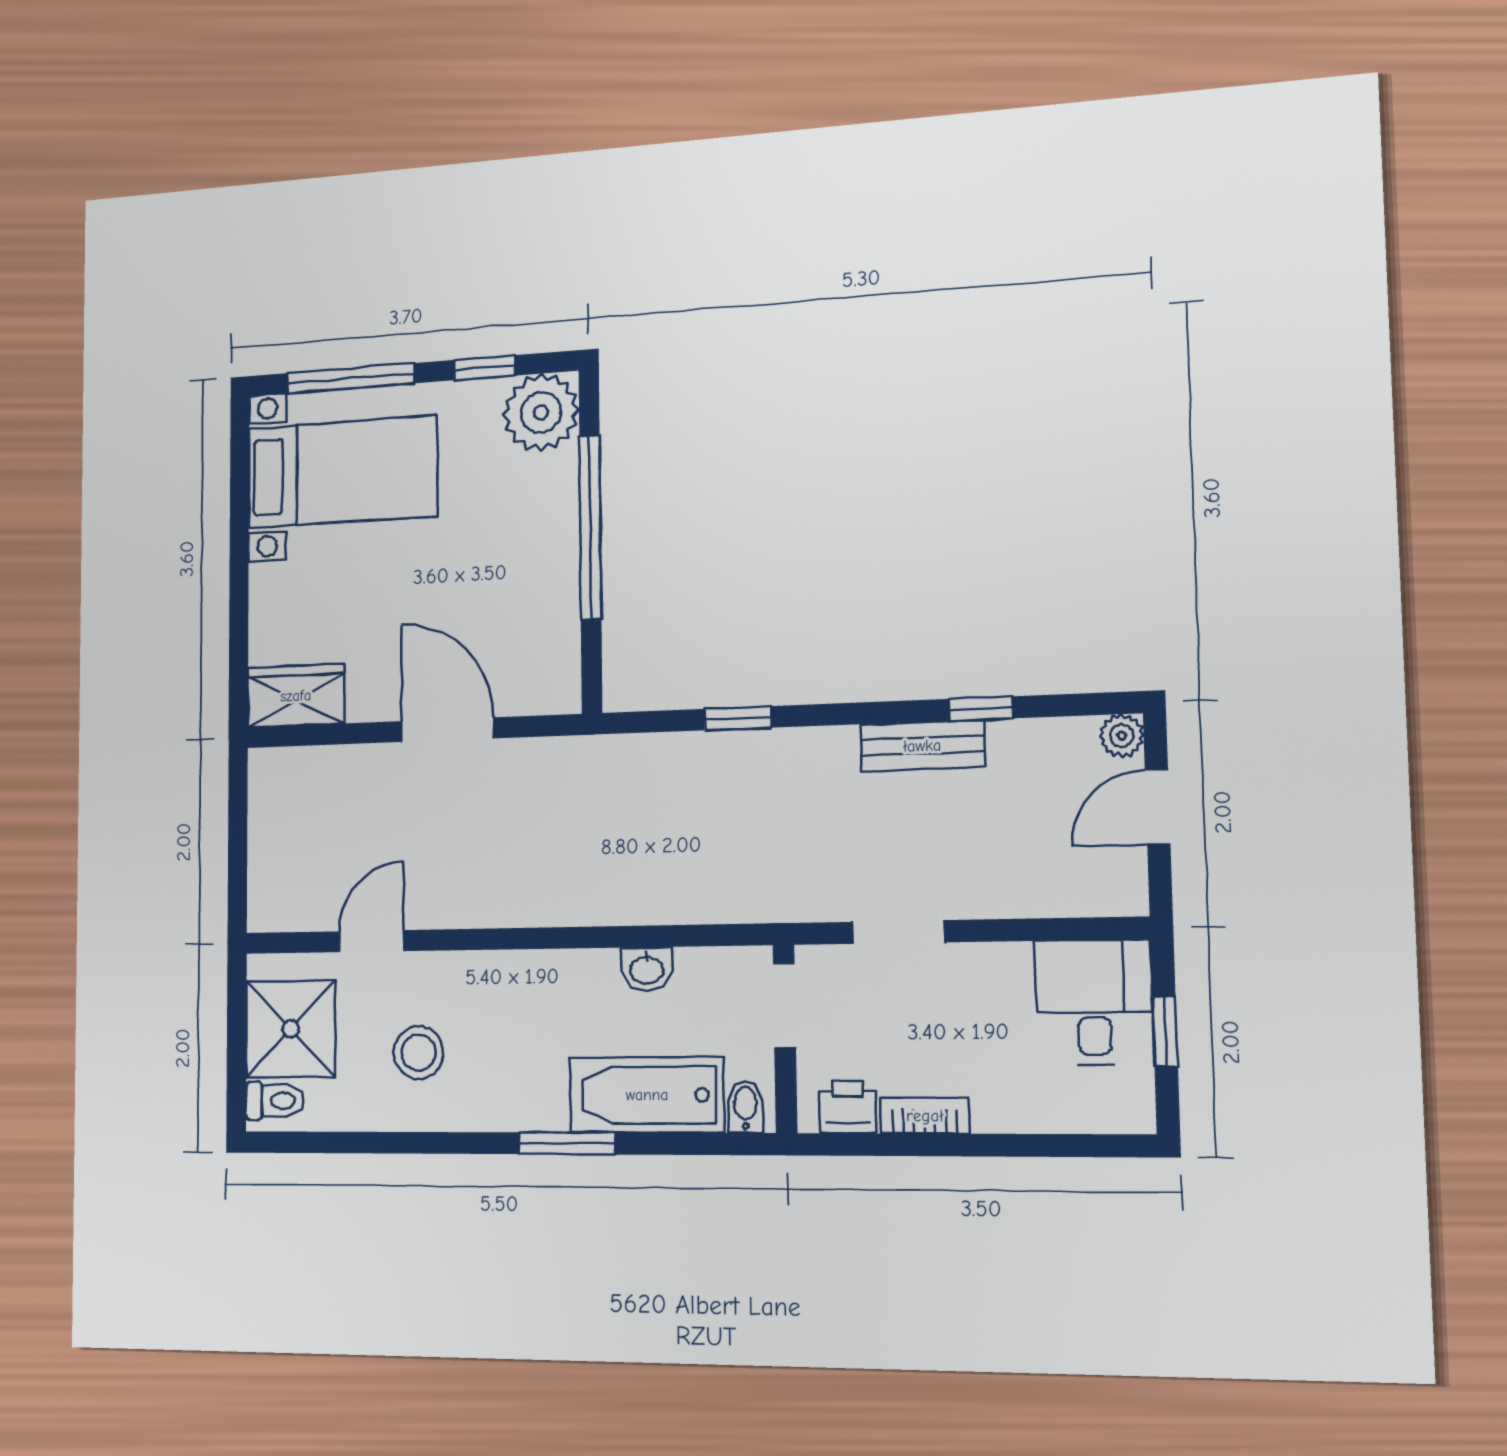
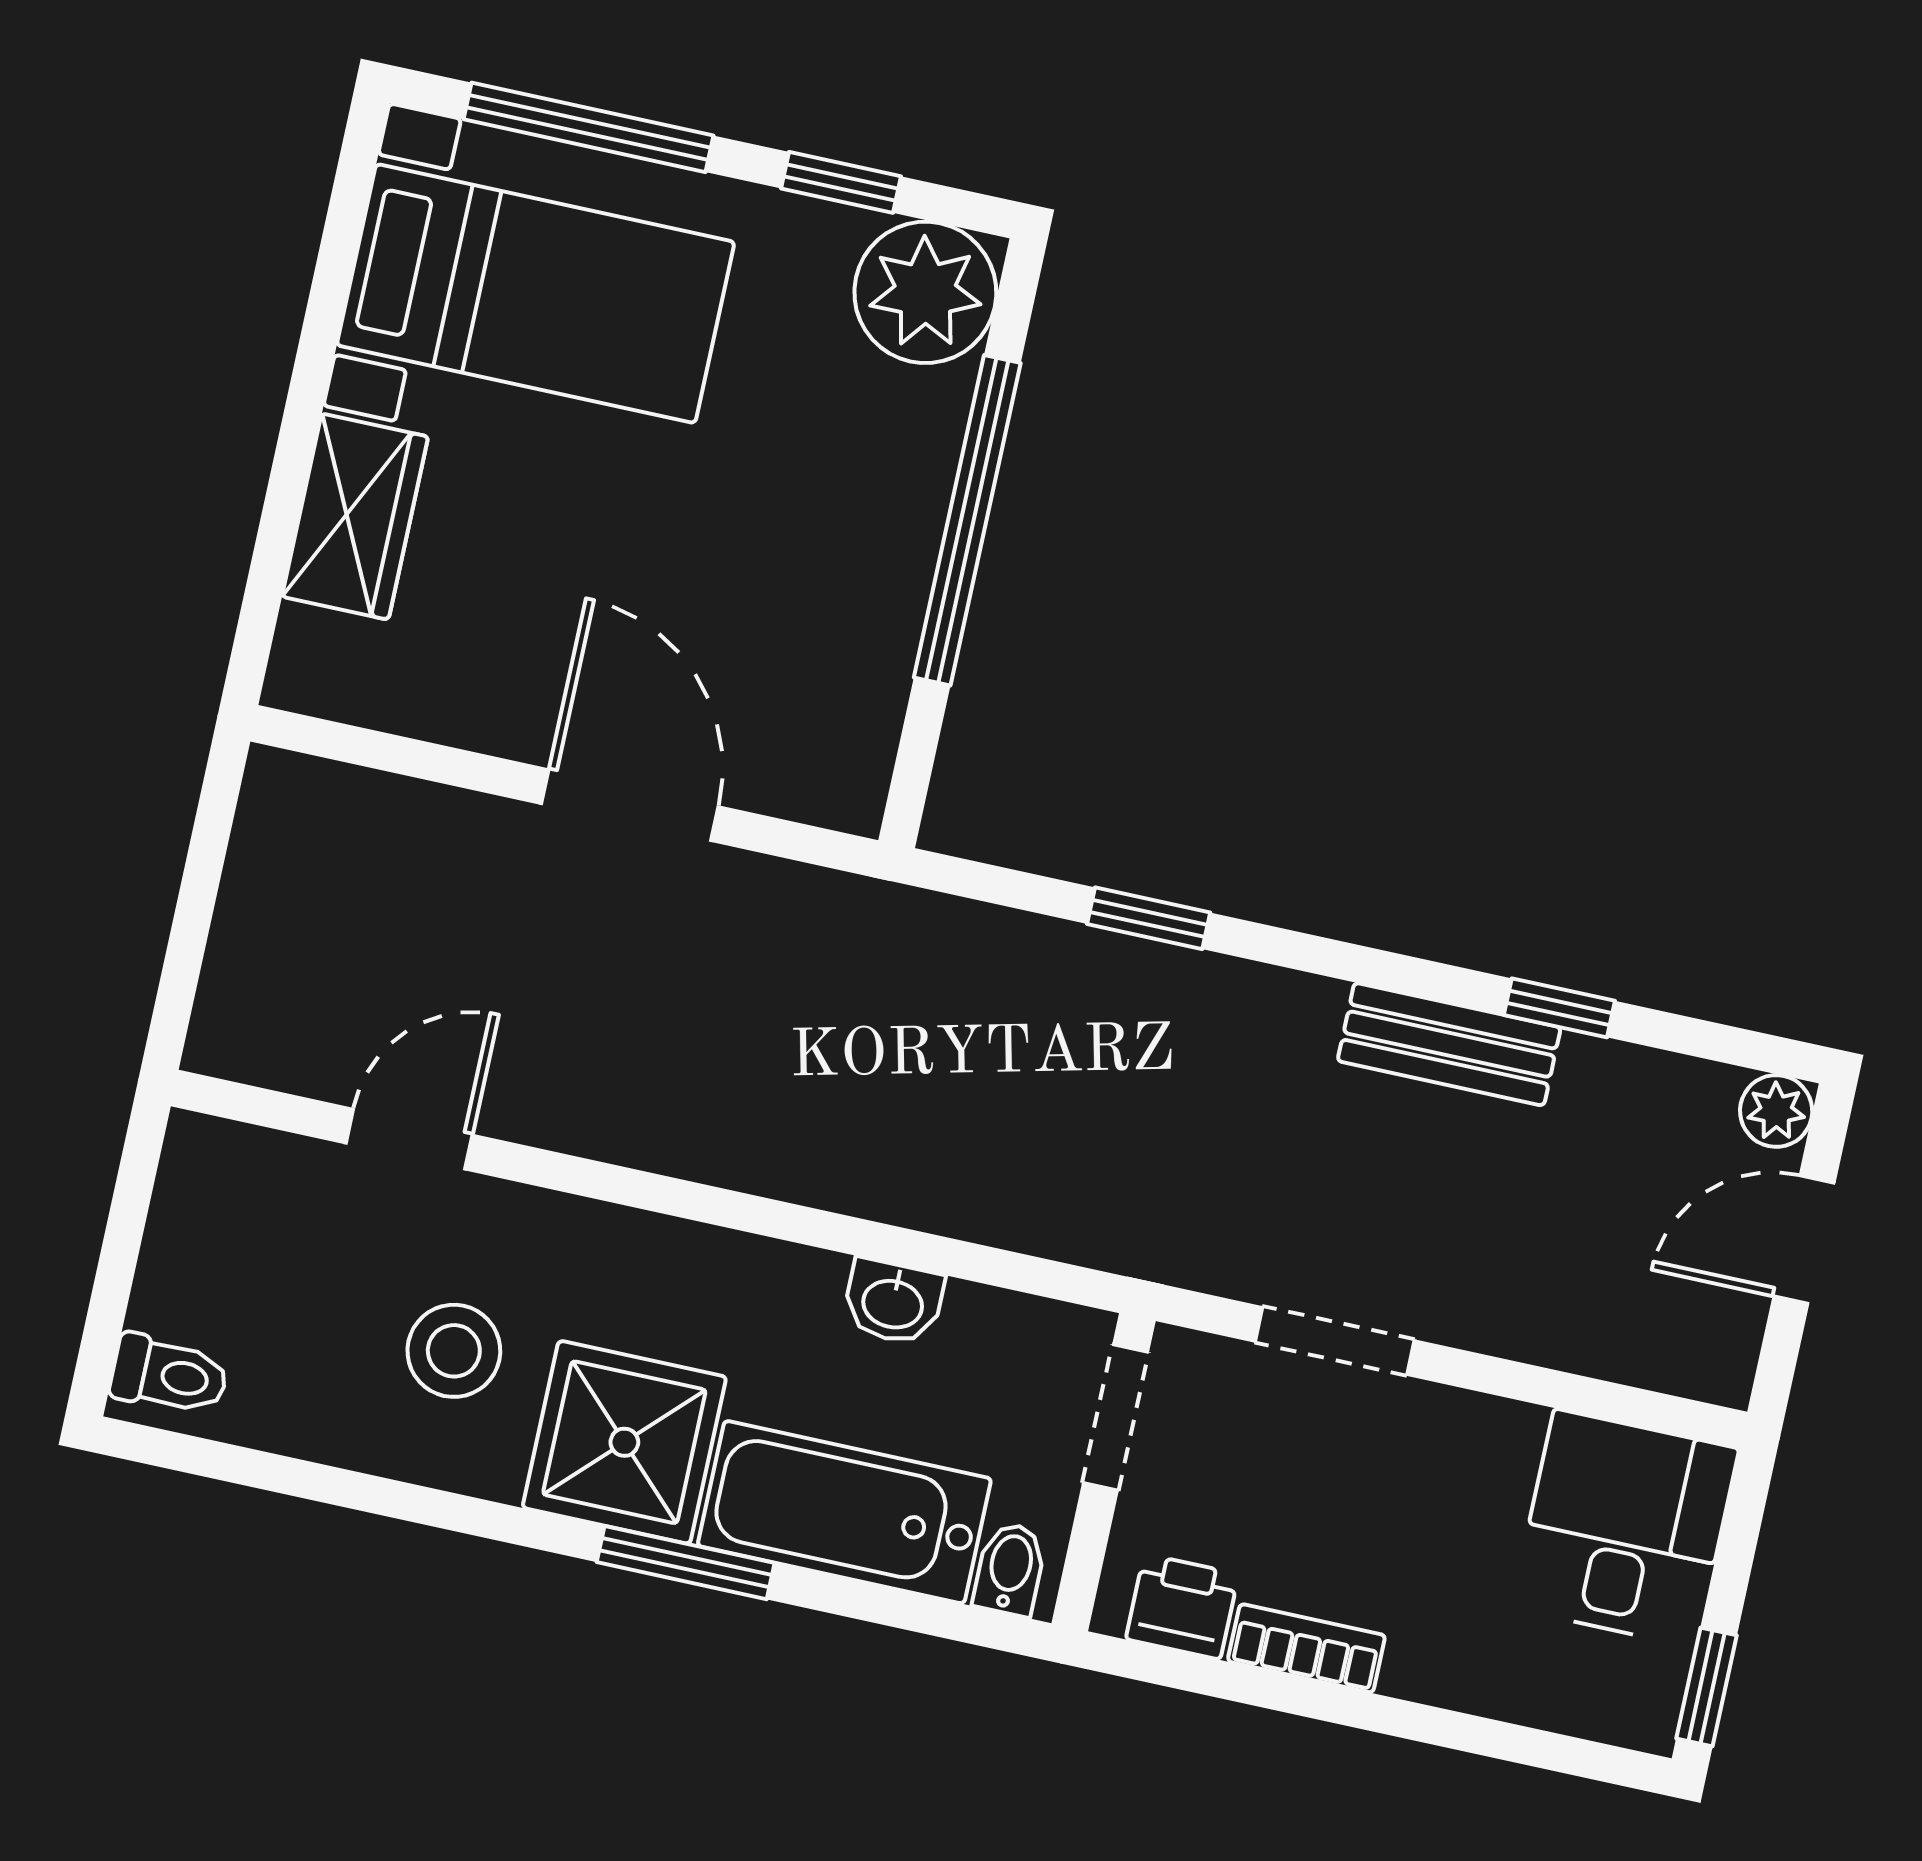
wardrobe: (296, 696) -> (355, 517), moved, turned 90
shower: (291, 1029) -> (624, 1442), moved
window: (1165, 1031) -> (1706, 1687), moved

